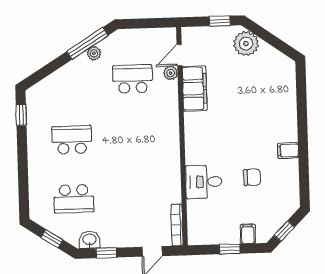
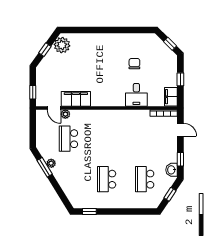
window: (220, 21) -> (33, 92), moved
window: (269, 38) -> (45, 50), added
window: (87, 43) -> (45, 167), width x0.69
plant: (246, 44) -> (62, 45), moved
filing cabinet: (288, 151) -> (118, 40), removed
school desk: (74, 199) -> (145, 179), turned 180
filing cabinet: (248, 234) -> (171, 97), moved, width x2.00

